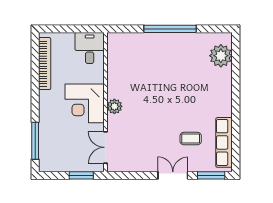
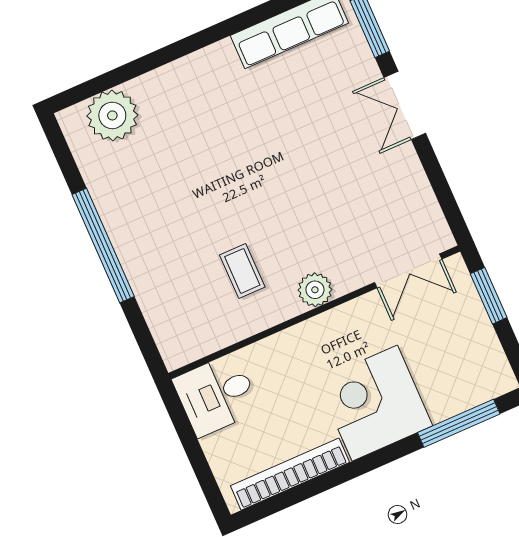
corner desk: (85, 103) -> (375, 403), moved, turned 180
coffee table: (191, 139) -> (242, 271), moved

